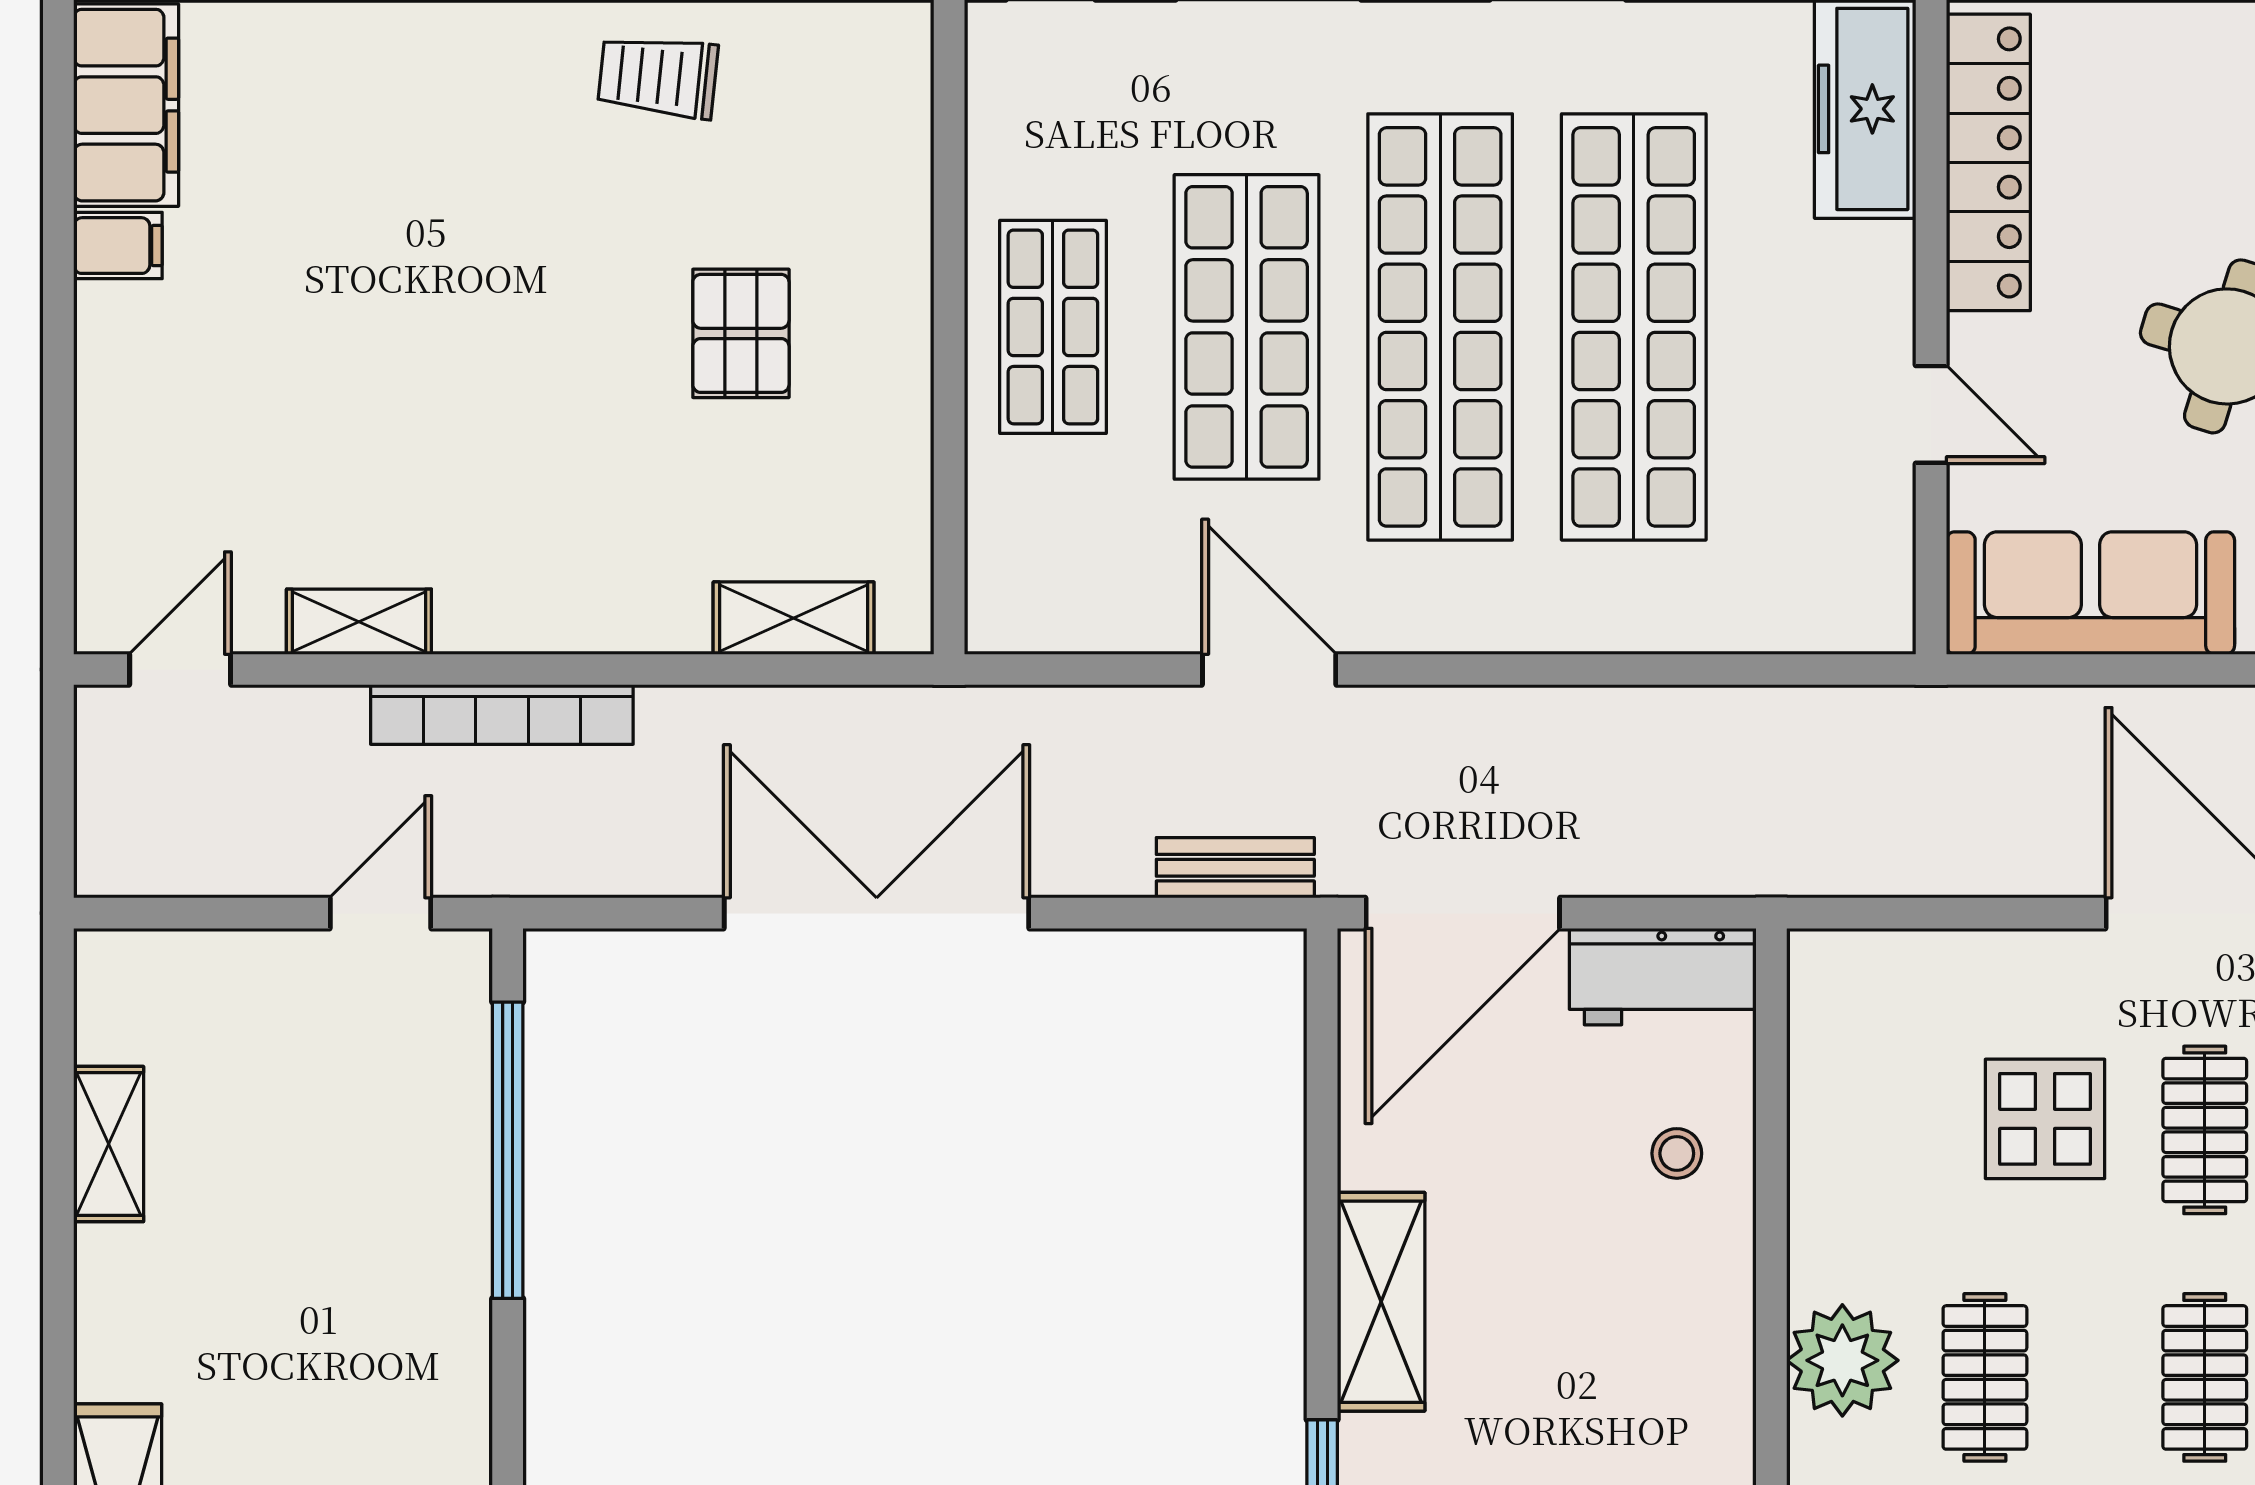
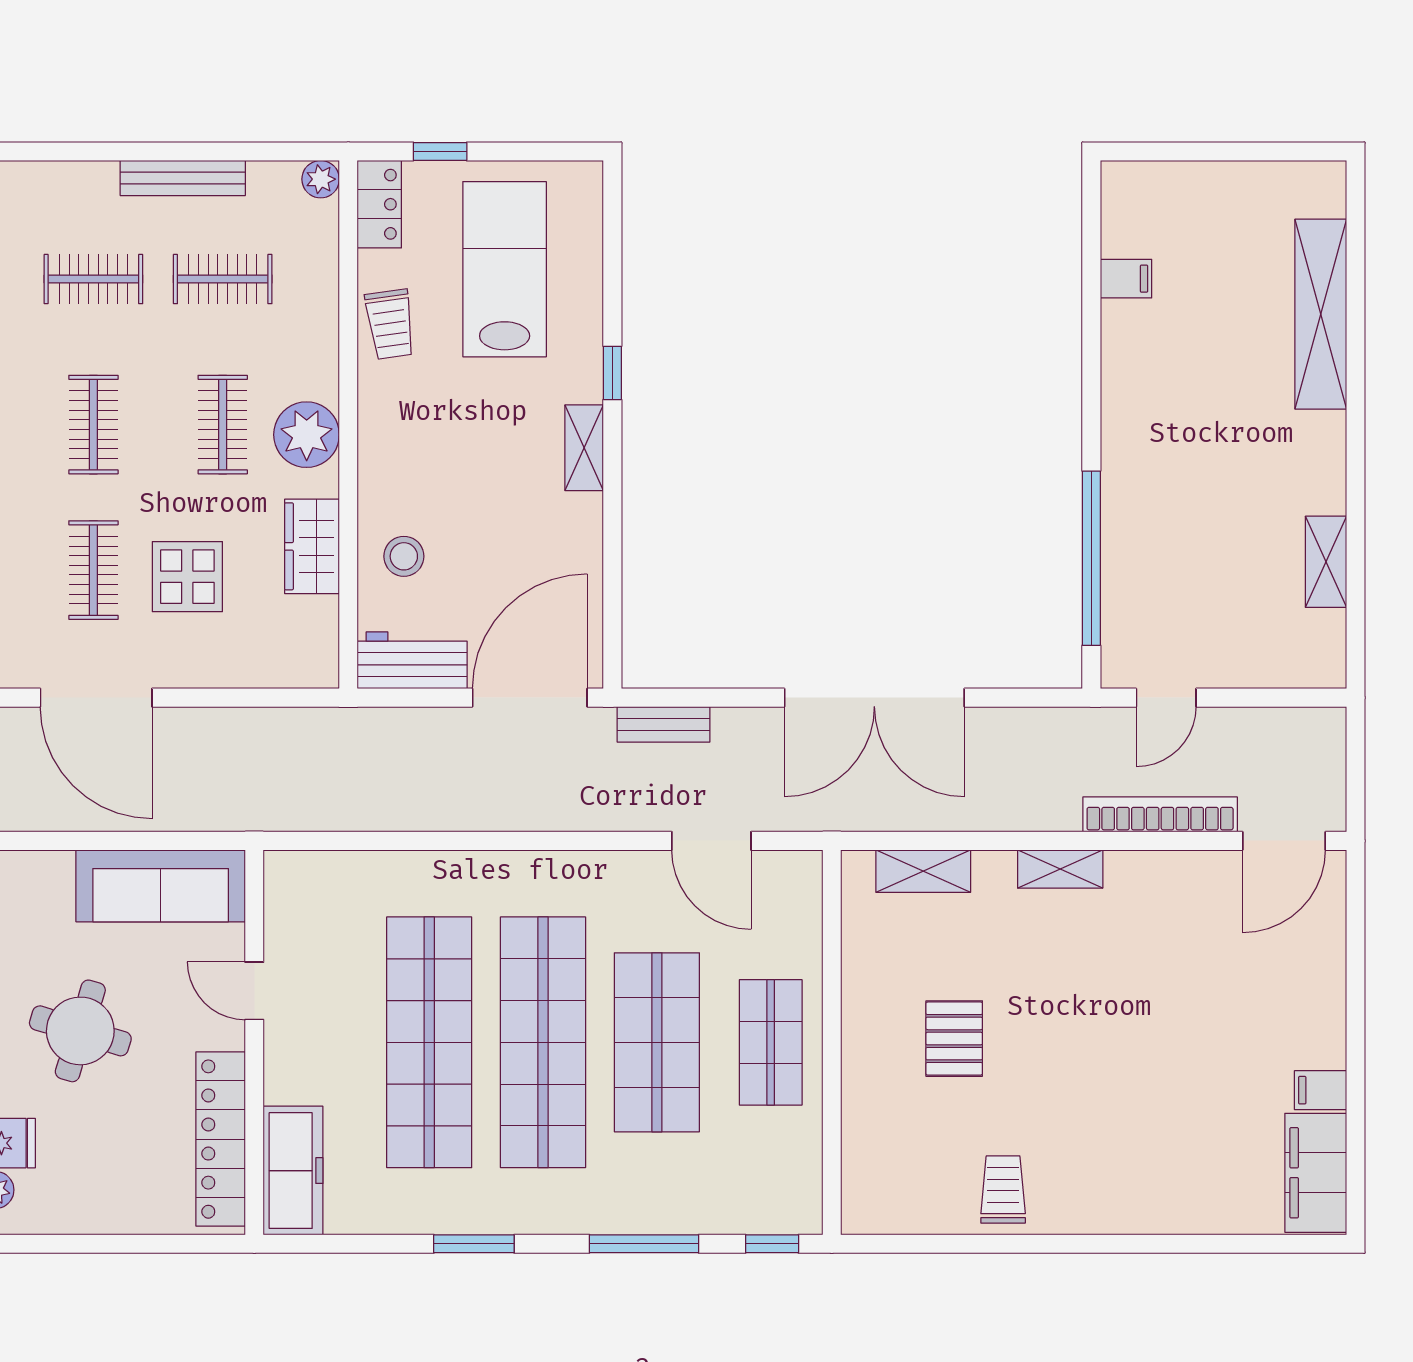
trolley: (658, 77) -> (1003, 1190), turned -96
shelving: (359, 622) -> (1060, 869), moved
door: (180, 669) -> (1284, 841), width x1.37
door: (1269, 669) -> (711, 841), moved
bookcase: (502, 715) -> (1160, 814), moved
stool: (1677, 1153) -> (404, 556), width x1.37, depth x1.37
wardrobe: (1833, 1170) -> (312, 546), added
shelving: (1381, 1302) -> (584, 448), width x0.67, depth x0.75

